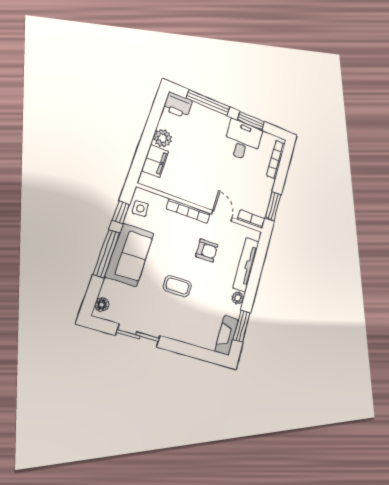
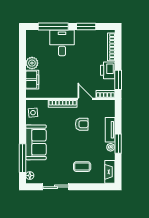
printer: (178, 105) -> (108, 70), moved, turned 90
desk: (242, 140) -> (62, 43), moved
window: (121, 212) -> (22, 119), removed
window: (106, 254) -> (22, 158), moved
tv unit: (246, 264) -> (110, 130), width x0.71
coffee table: (177, 286) -> (82, 167), moved
window: (242, 326) -> (118, 144), moved

